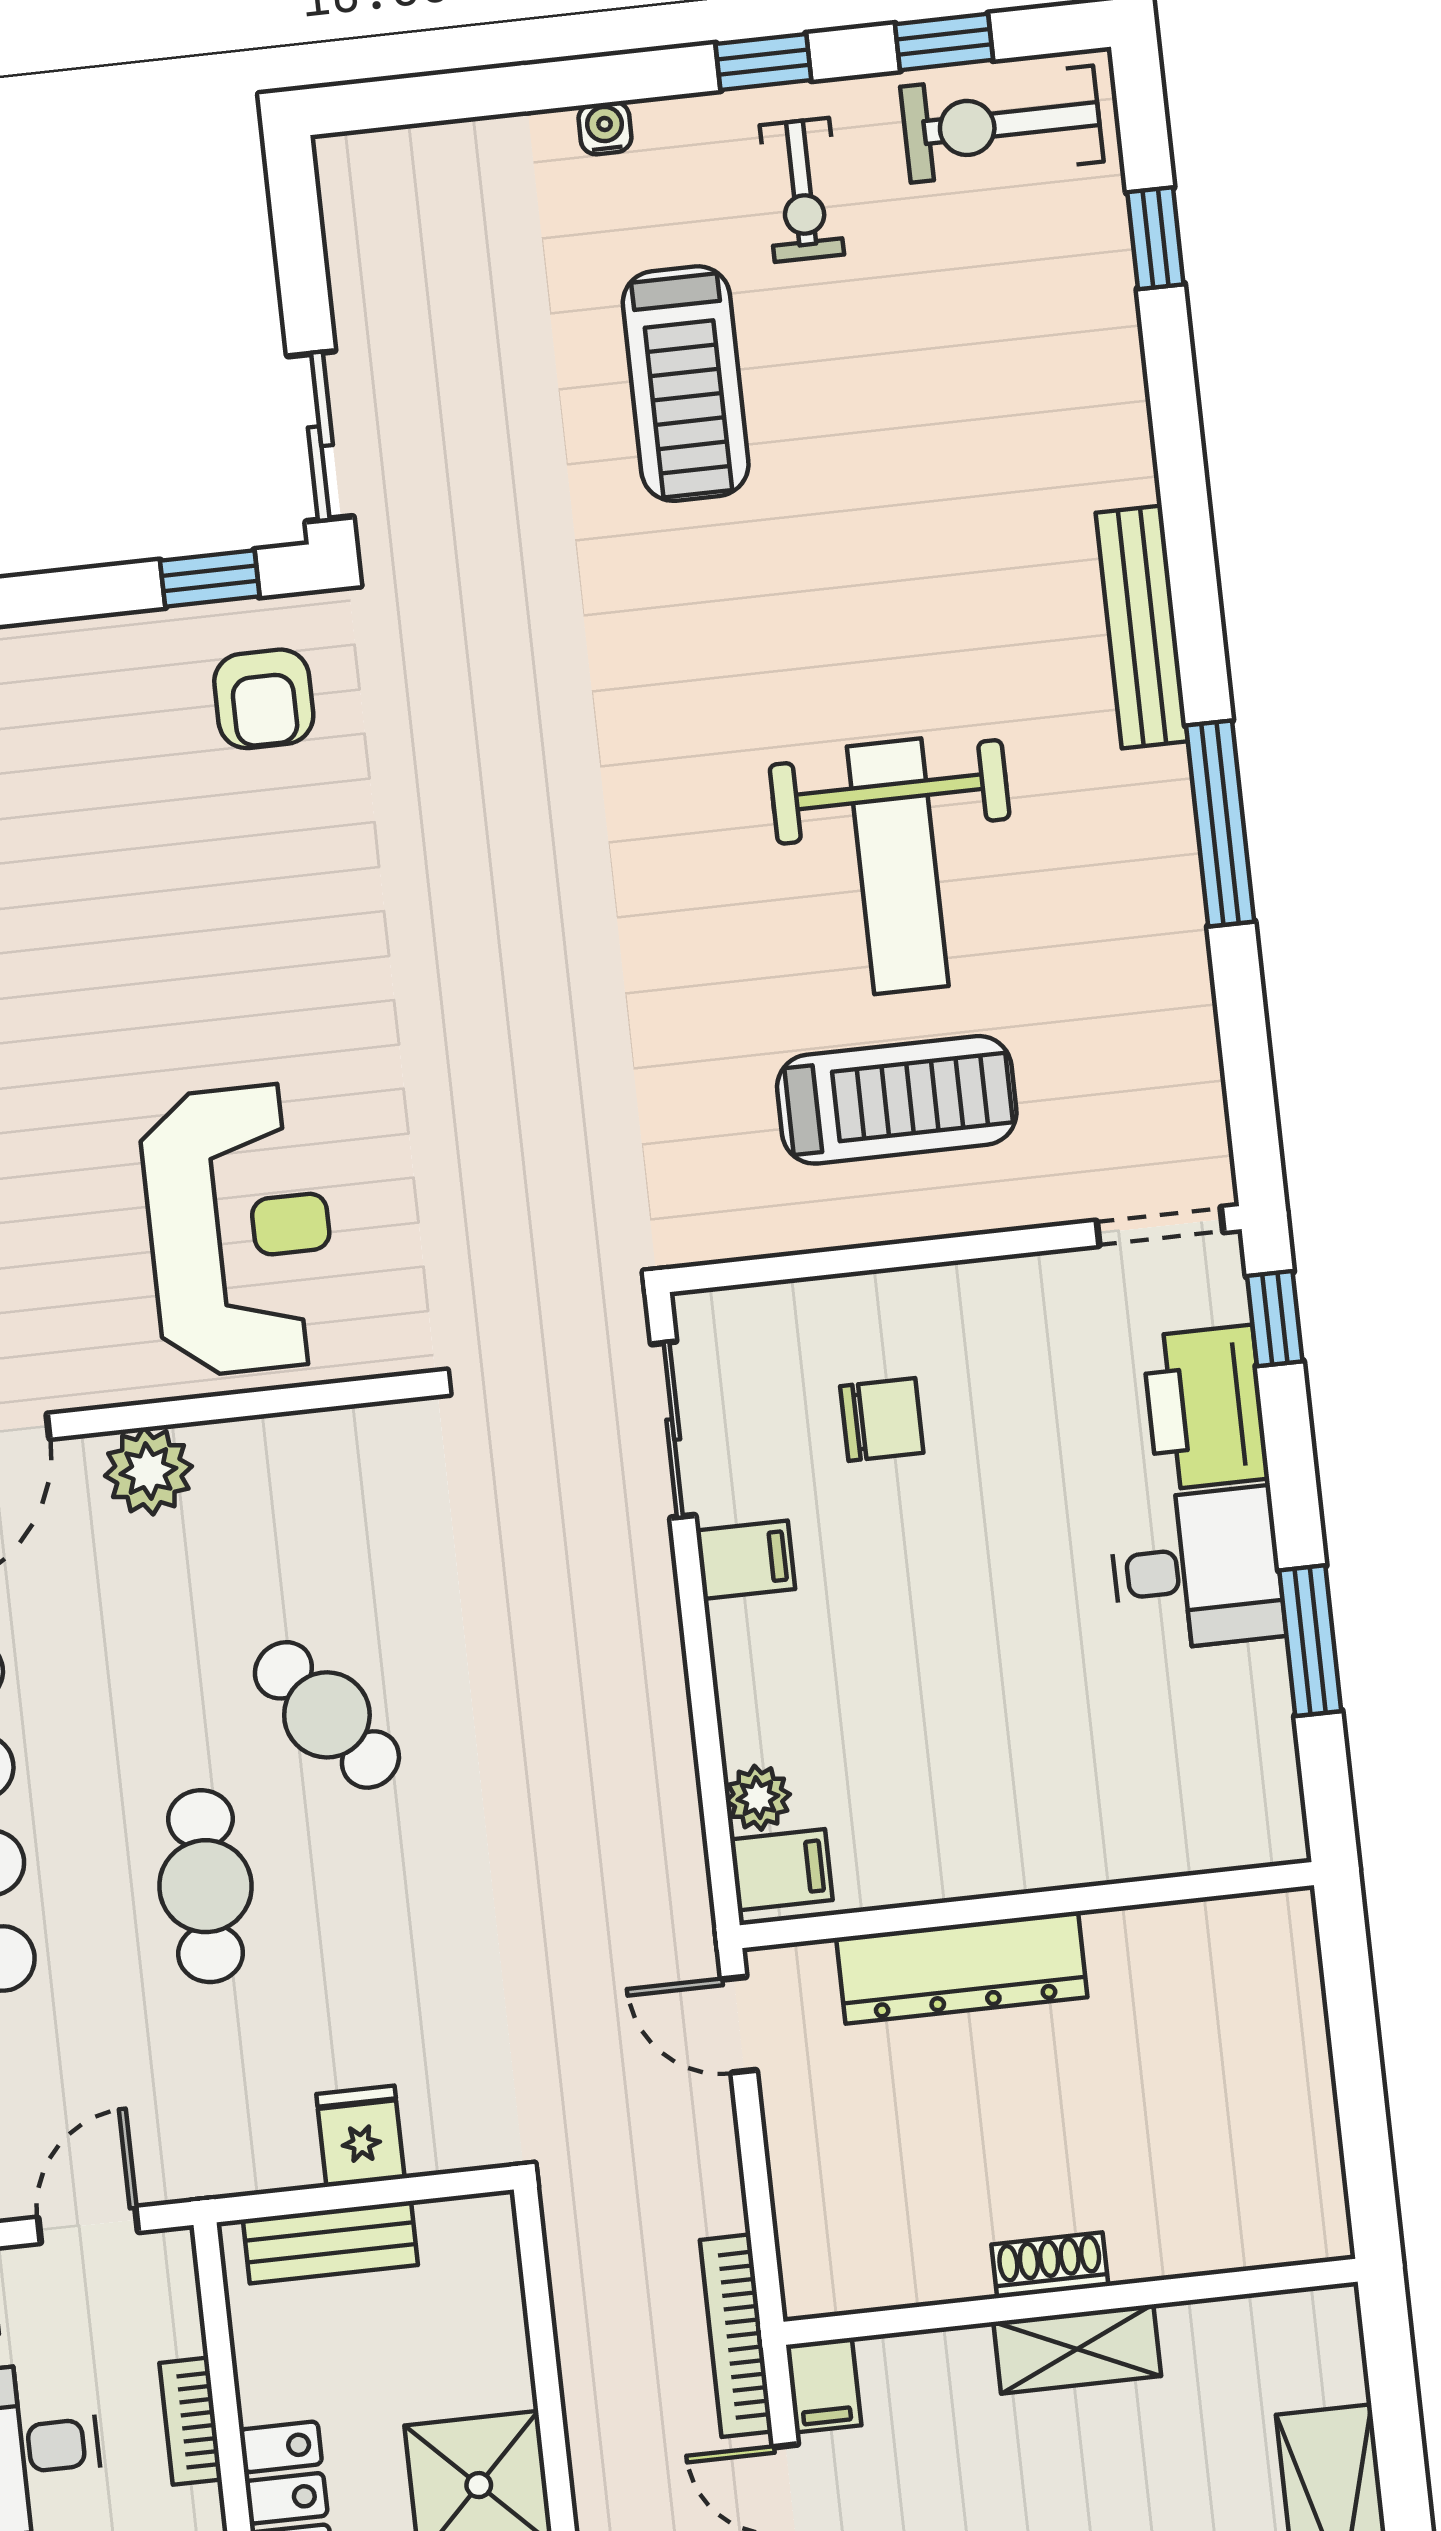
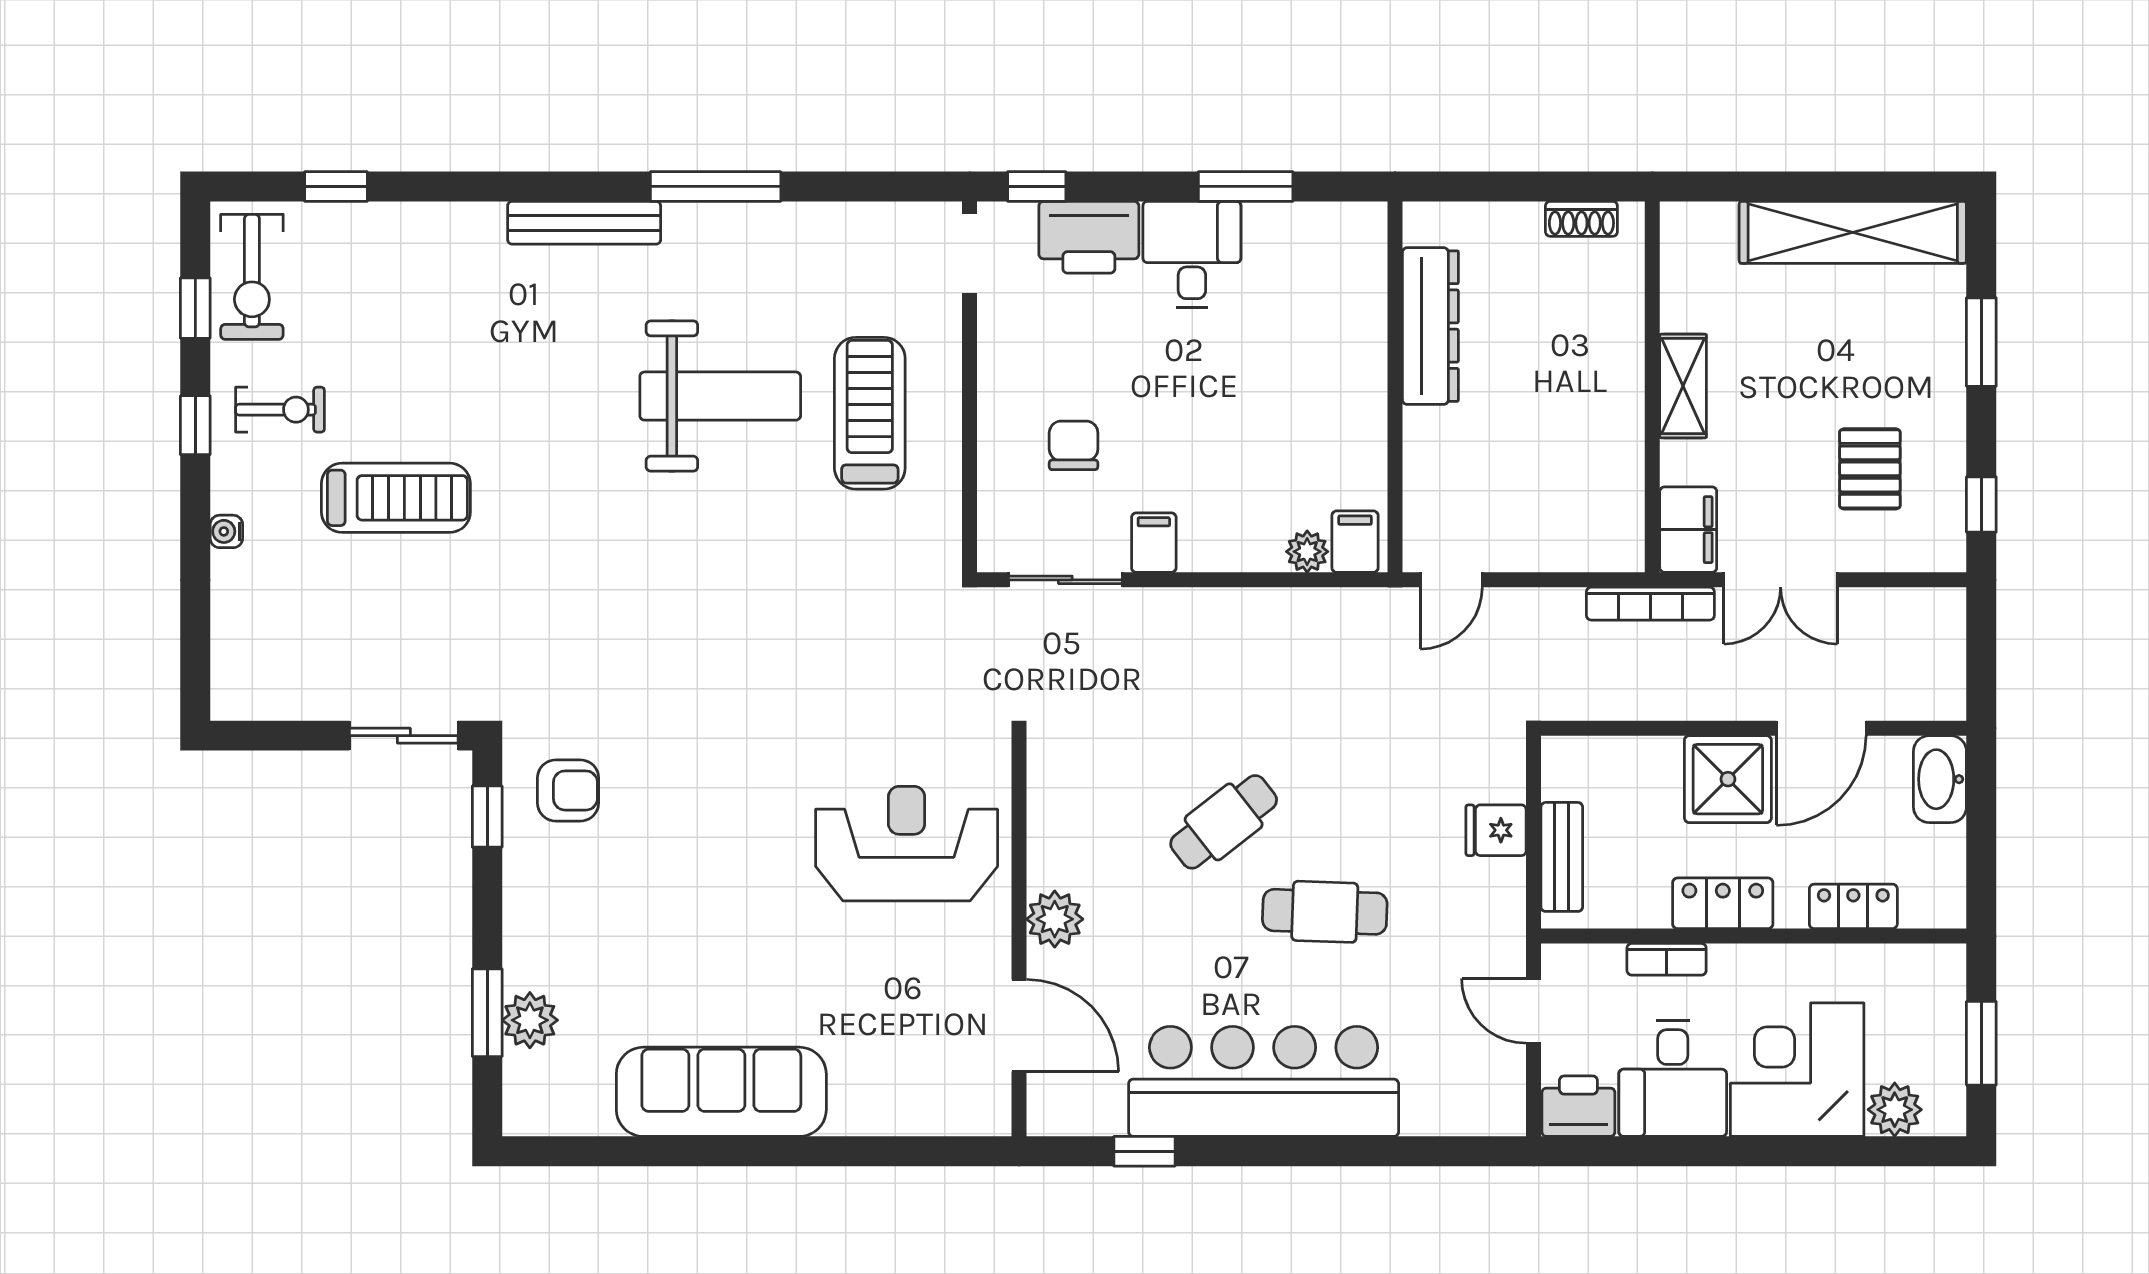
dresser: (962, 1968) -> (1430, 326), moved
shoe rack: (1050, 2265) -> (1581, 219), moved, turned -90
filing cabinet: (824, 2385) -> (1688, 530), width x2.00

